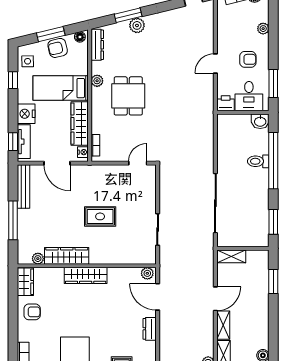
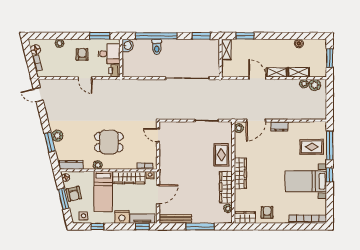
rug: (100, 216) -> (221, 155), moved
shelving: (231, 256) -> (226, 50), moved

